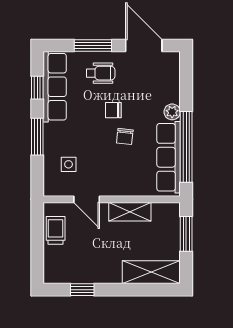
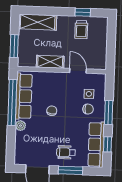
chair: (113, 110) -> (88, 109), moved
trolley: (56, 230) -> (81, 30), moved

